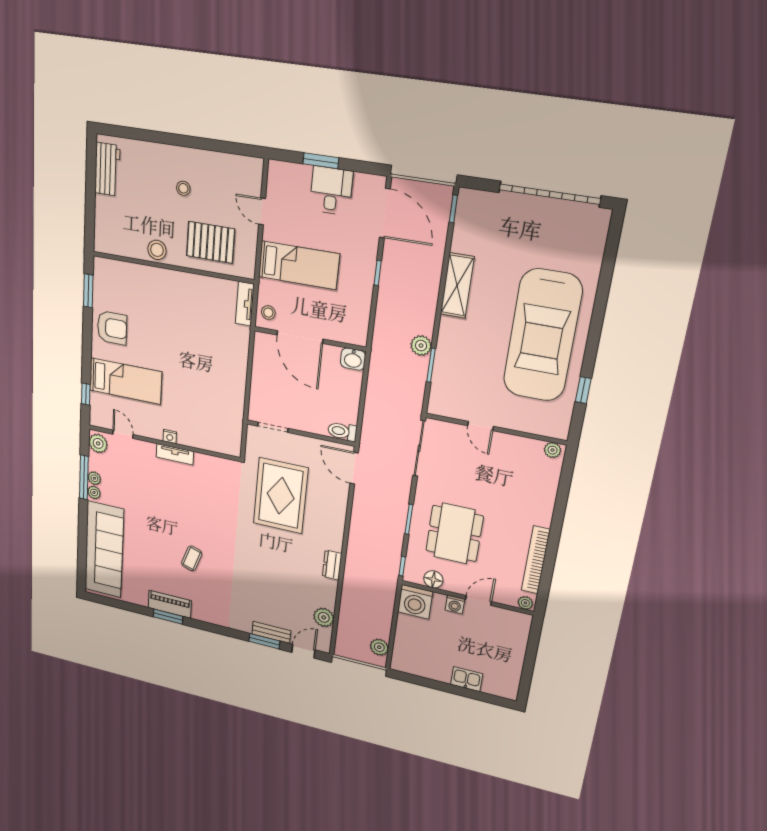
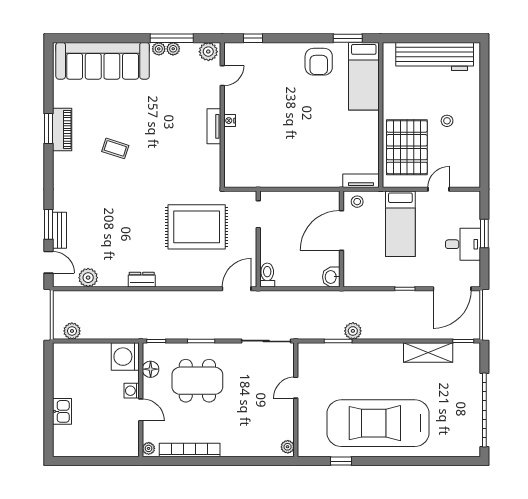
workbench: (107, 169) -> (435, 56), width x1.88, depth x1.32
pallet: (211, 242) -> (407, 147), width x1.37, depth x1.41
stool: (157, 250) -> (393, 100), removed
shelving: (457, 286) -> (428, 352), moved
bed: (125, 381) -> (364, 76), moved

